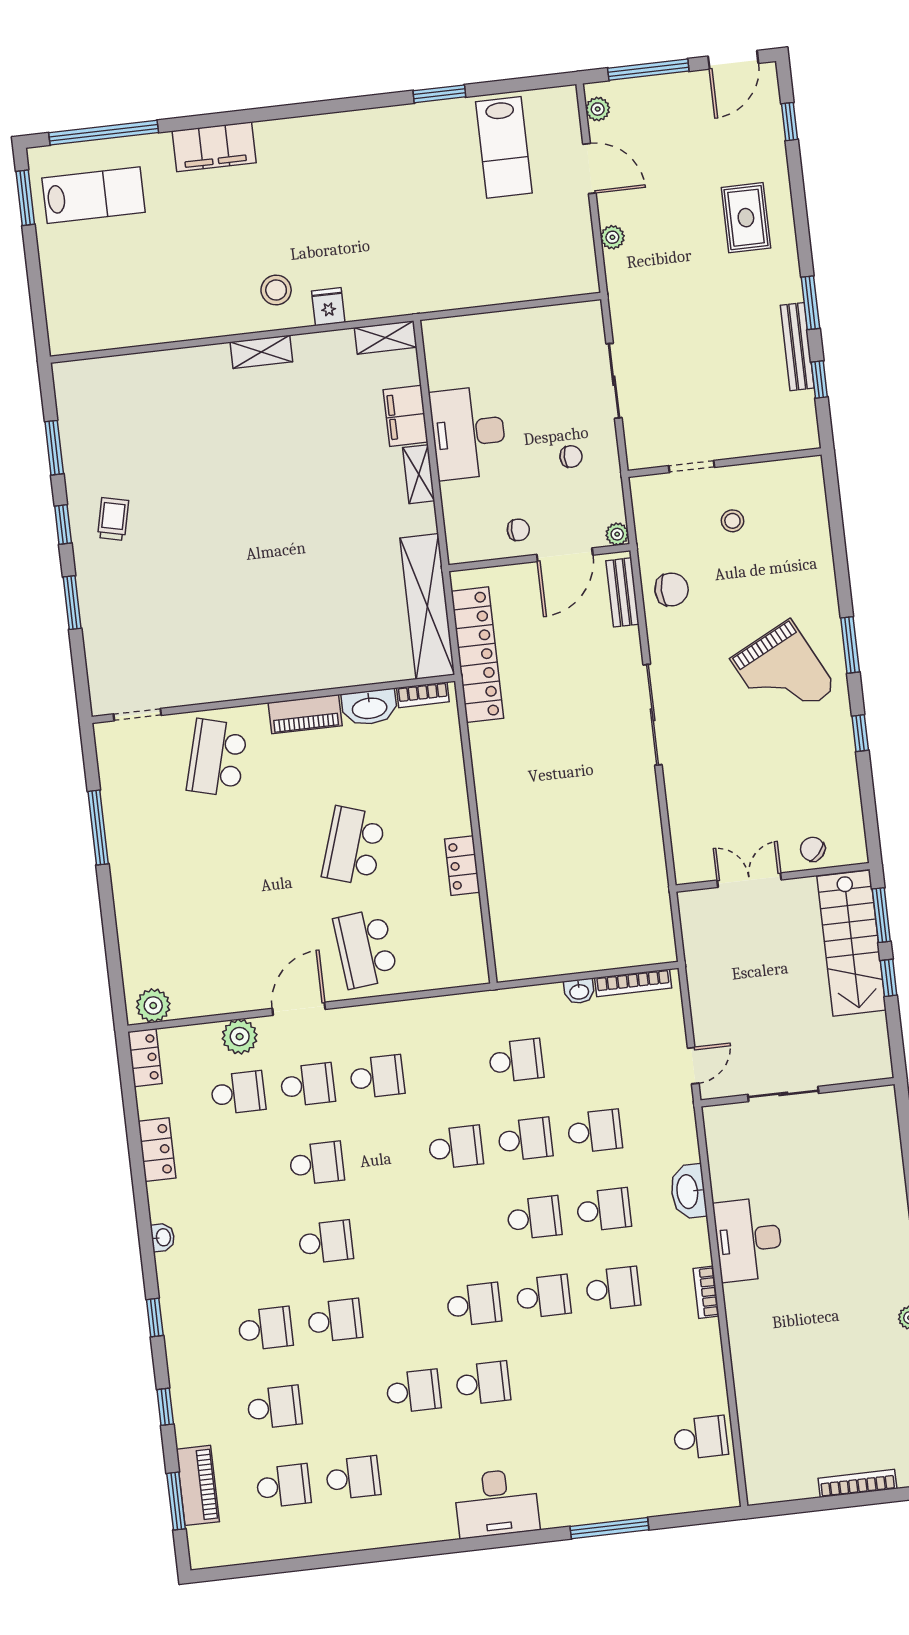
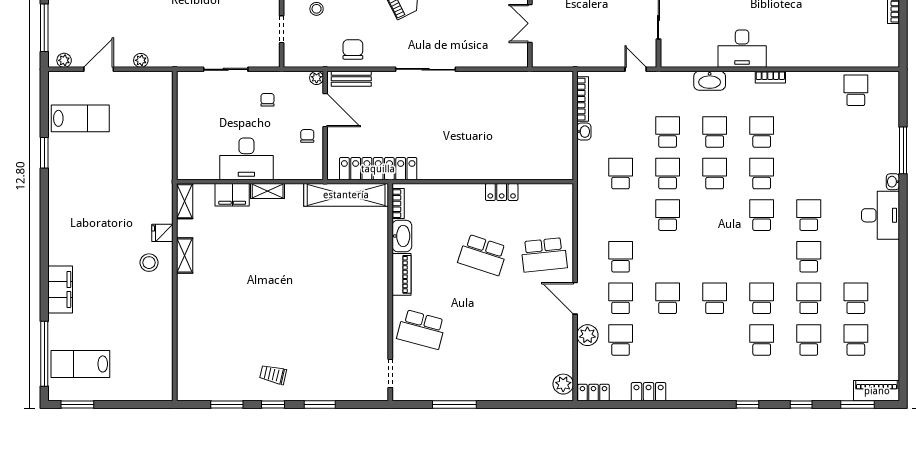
lab bench: (94, 195) -> (80, 364), turned -90
shelving: (261, 352) -> (185, 255), moved
washbasin: (163, 1237) -> (893, 182), moved, turned -90
school desk: (344, 1399) -> (809, 298), added
piano: (198, 1485) -> (877, 391), moved

